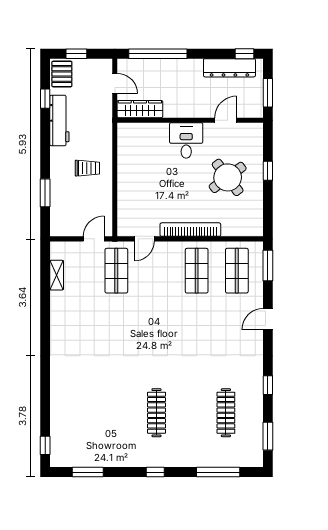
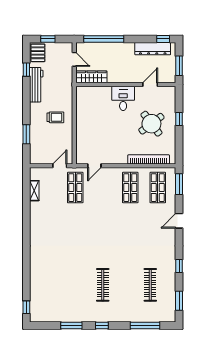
bookcase: (190, 230) -> (149, 159), moved
window: (88, 472) -> (71, 325), moved

